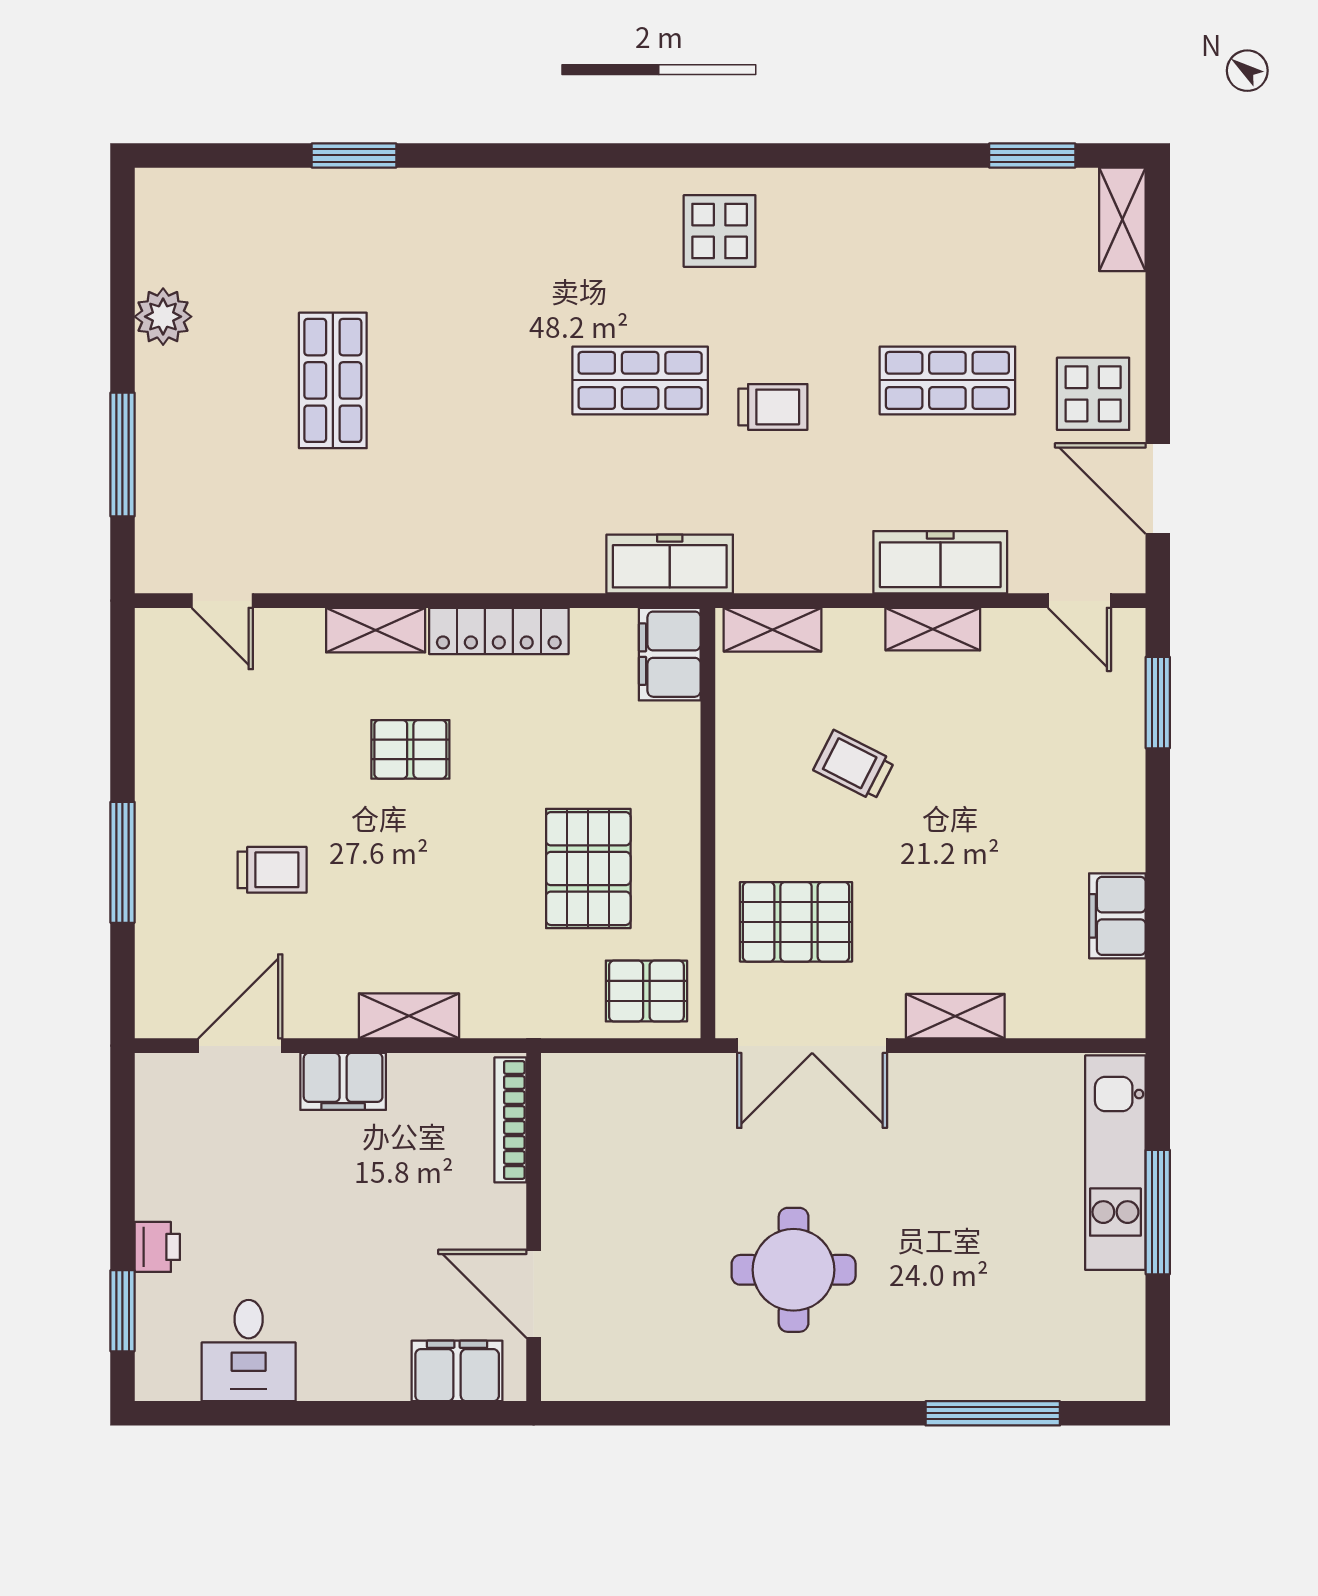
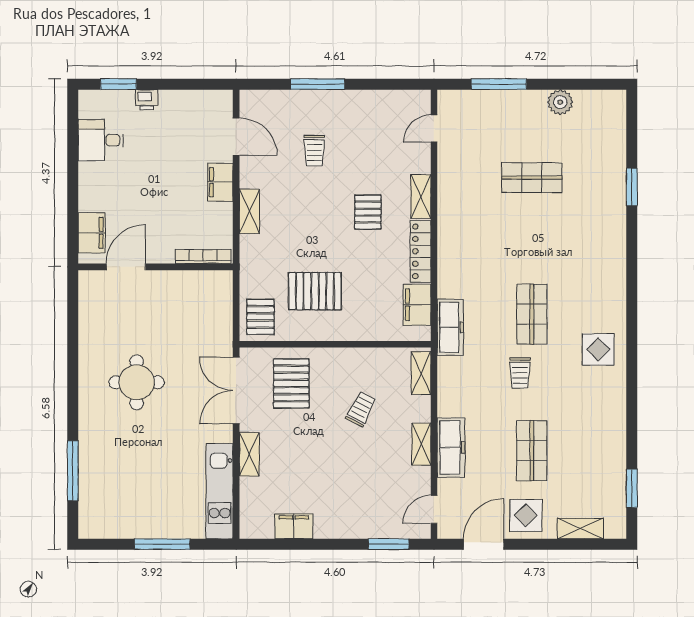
shelving: (1122, 219) -> (580, 528), moved
filing cabinet: (670, 654) -> (417, 305), moved, turned -90
kitchen unit: (1115, 1163) -> (220, 491), moved, turned -90

